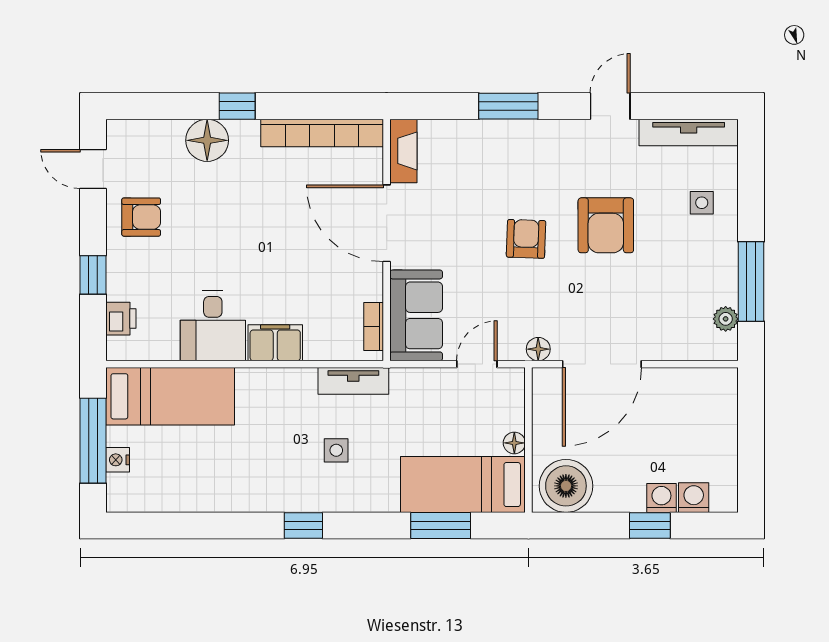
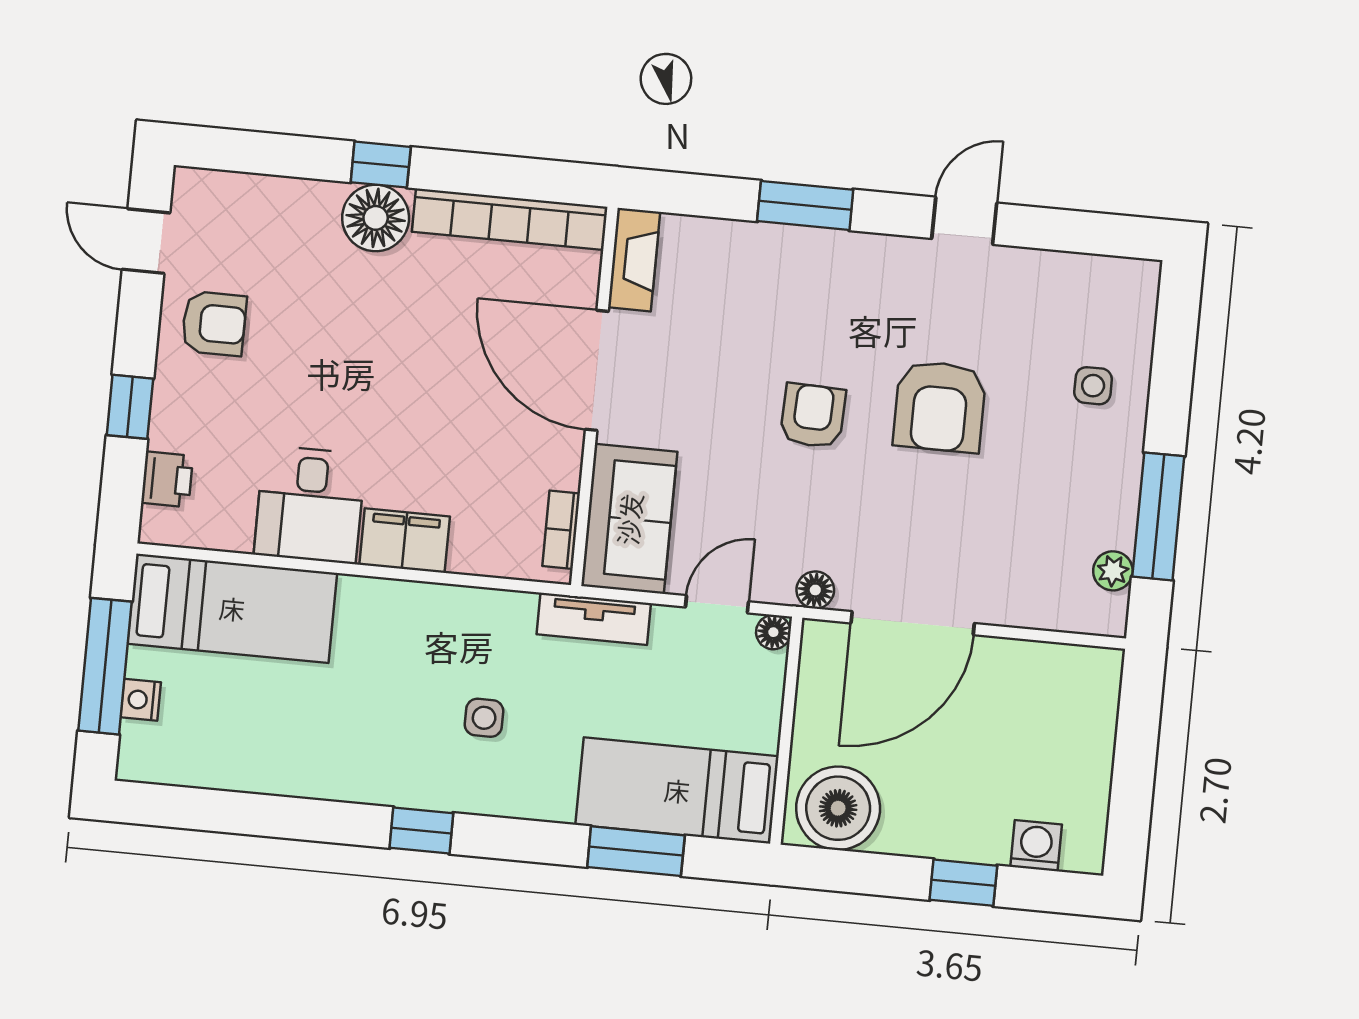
tv unit: (689, 132) -> (1083, 274), removed
floor lamp: (207, 140) -> (376, 218), moved
tv unit: (353, 381) -> (594, 619), moved
floor lamp: (514, 443) -> (773, 632), moved
washing machine: (661, 498) -> (986, 841), removed

